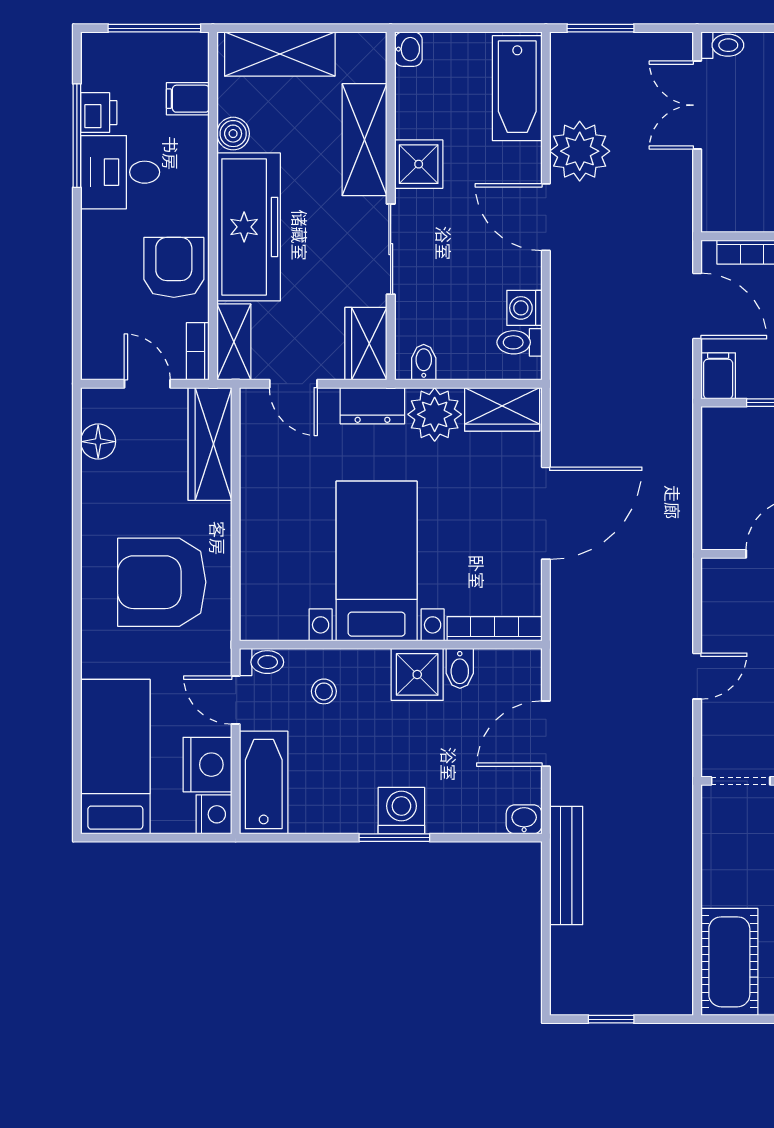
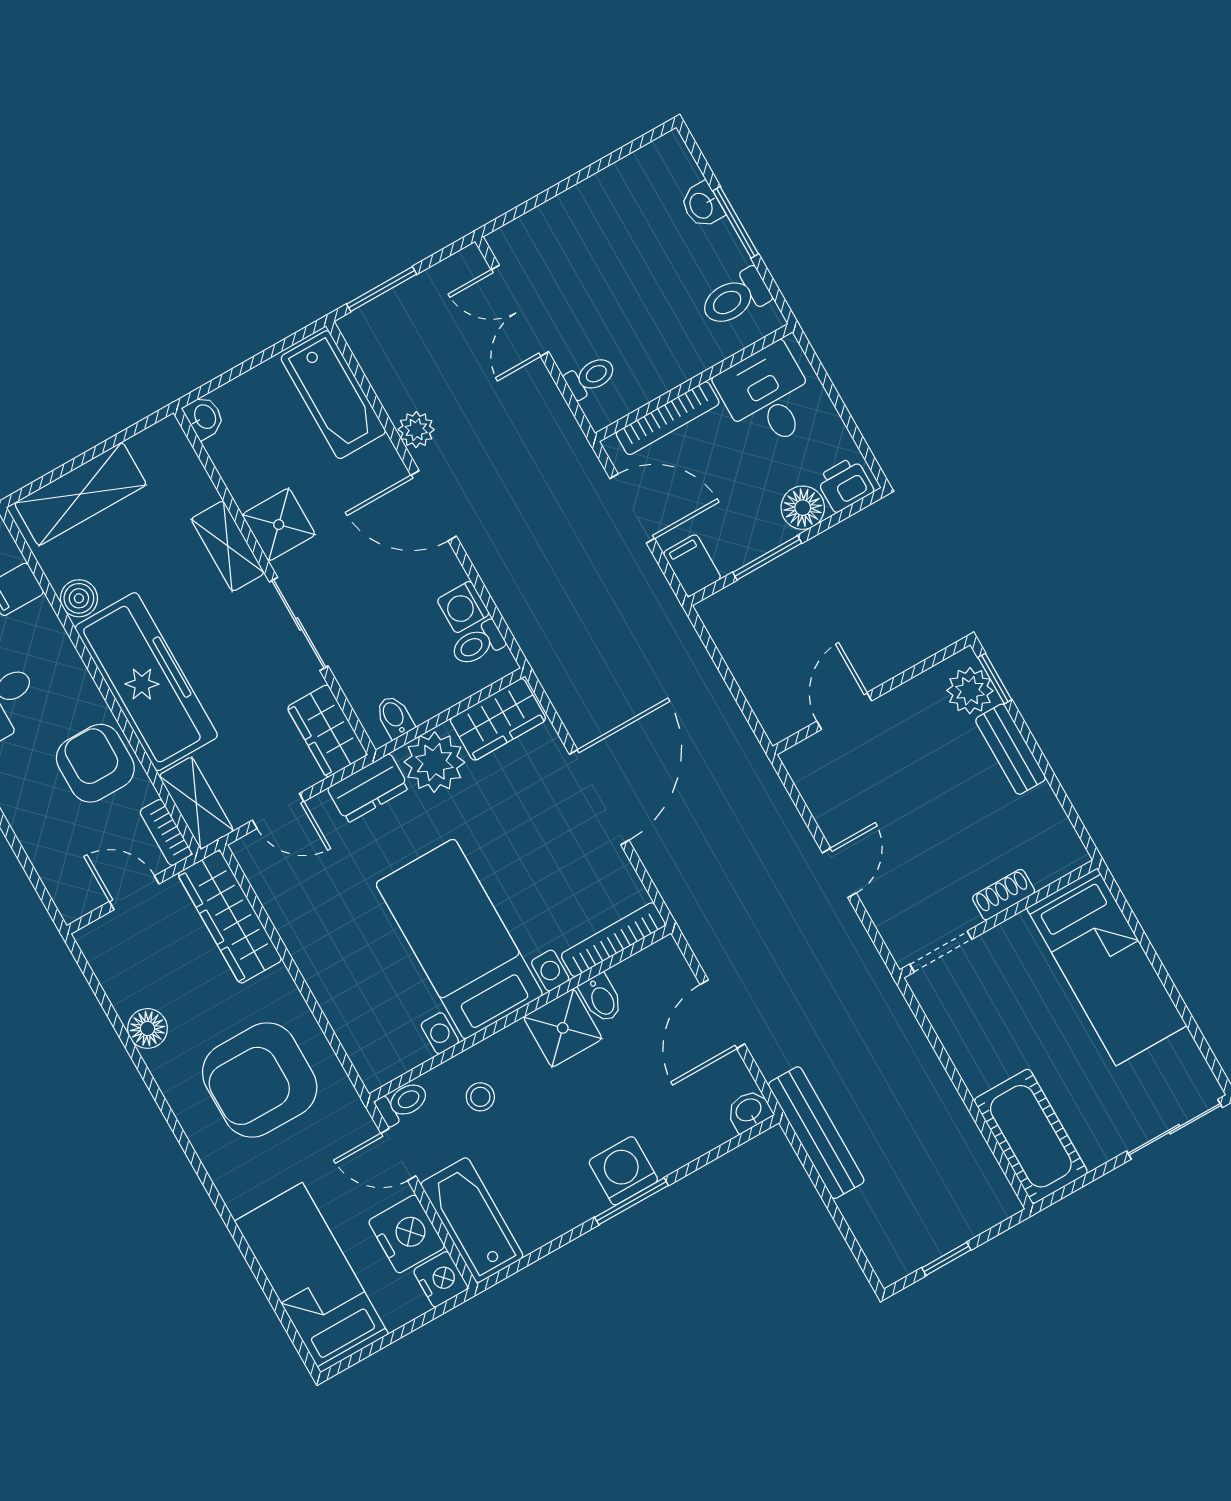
toilet: (722, 45) -> (590, 377), moved
shelving: (365, 140) -> (228, 546), width x0.67, depth x0.75
plant: (580, 151) -> (416, 430), width x0.53, depth x0.53
floor lamp: (98, 442) -> (147, 1028), moved

